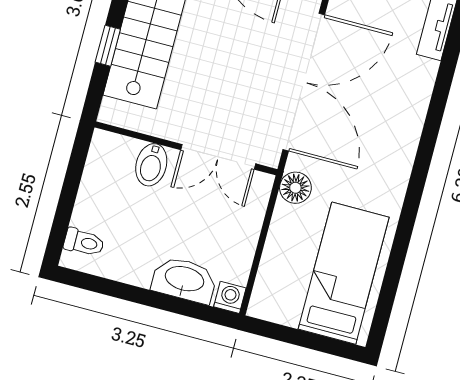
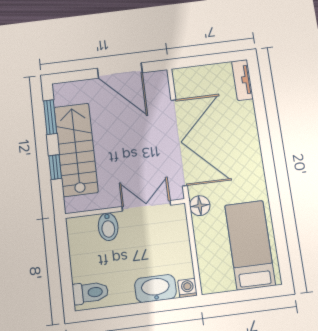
double door: (218, 157) -> (146, 206), swing flipped
toilet: (84, 242) -> (90, 293), width x1.37, depth x1.39

